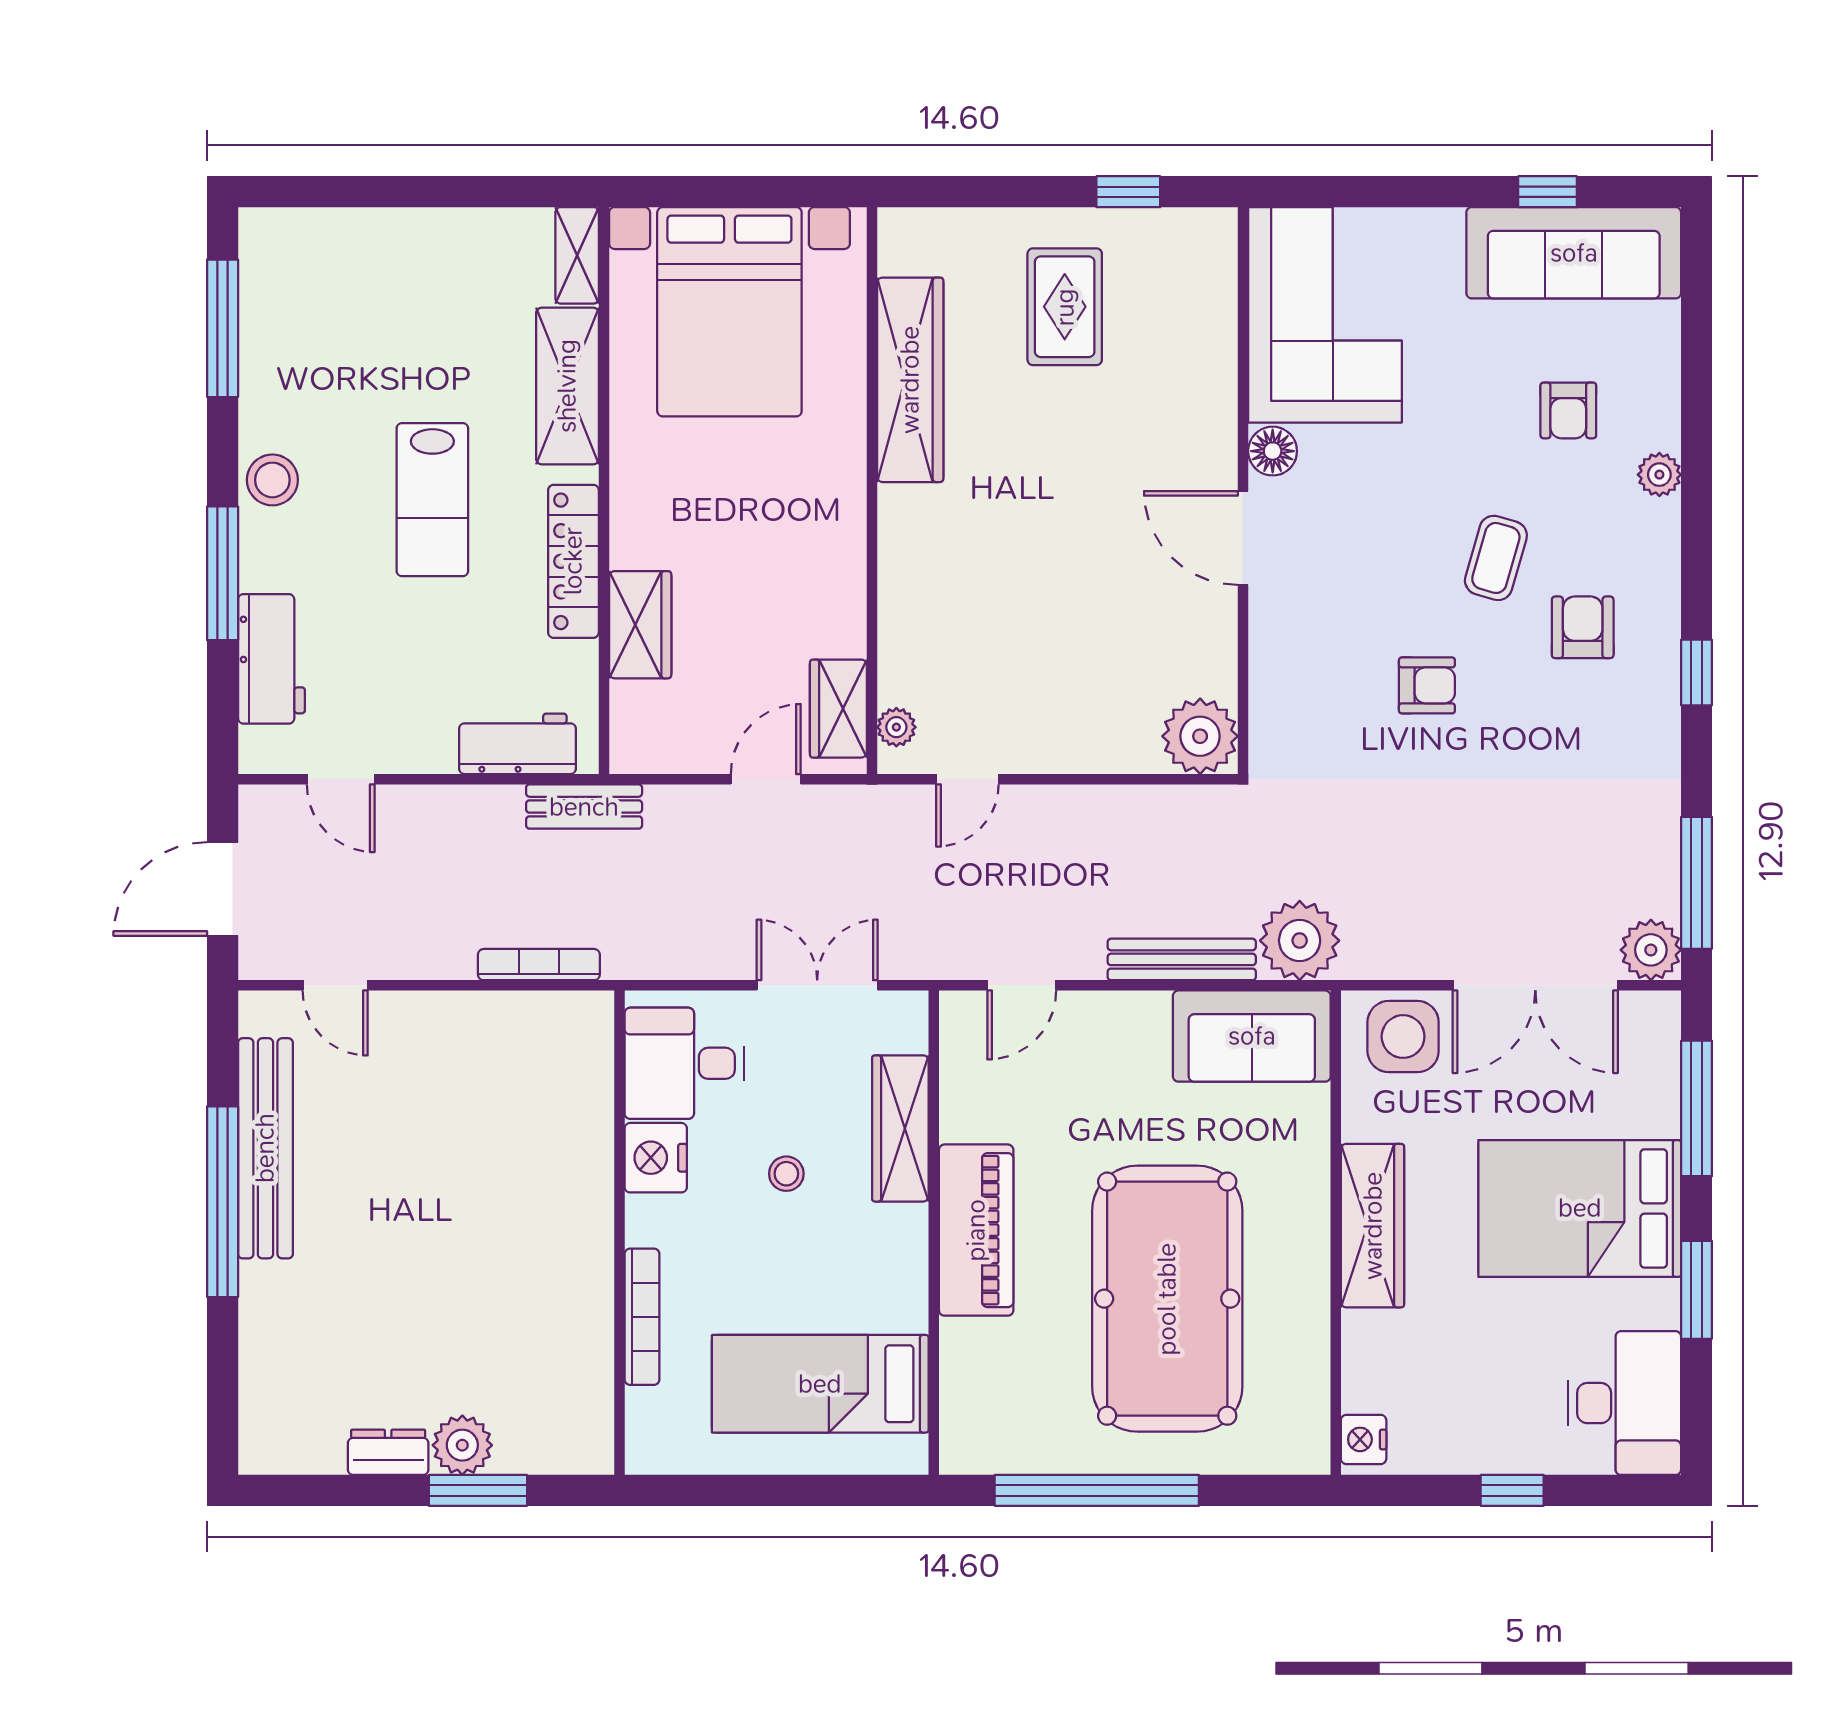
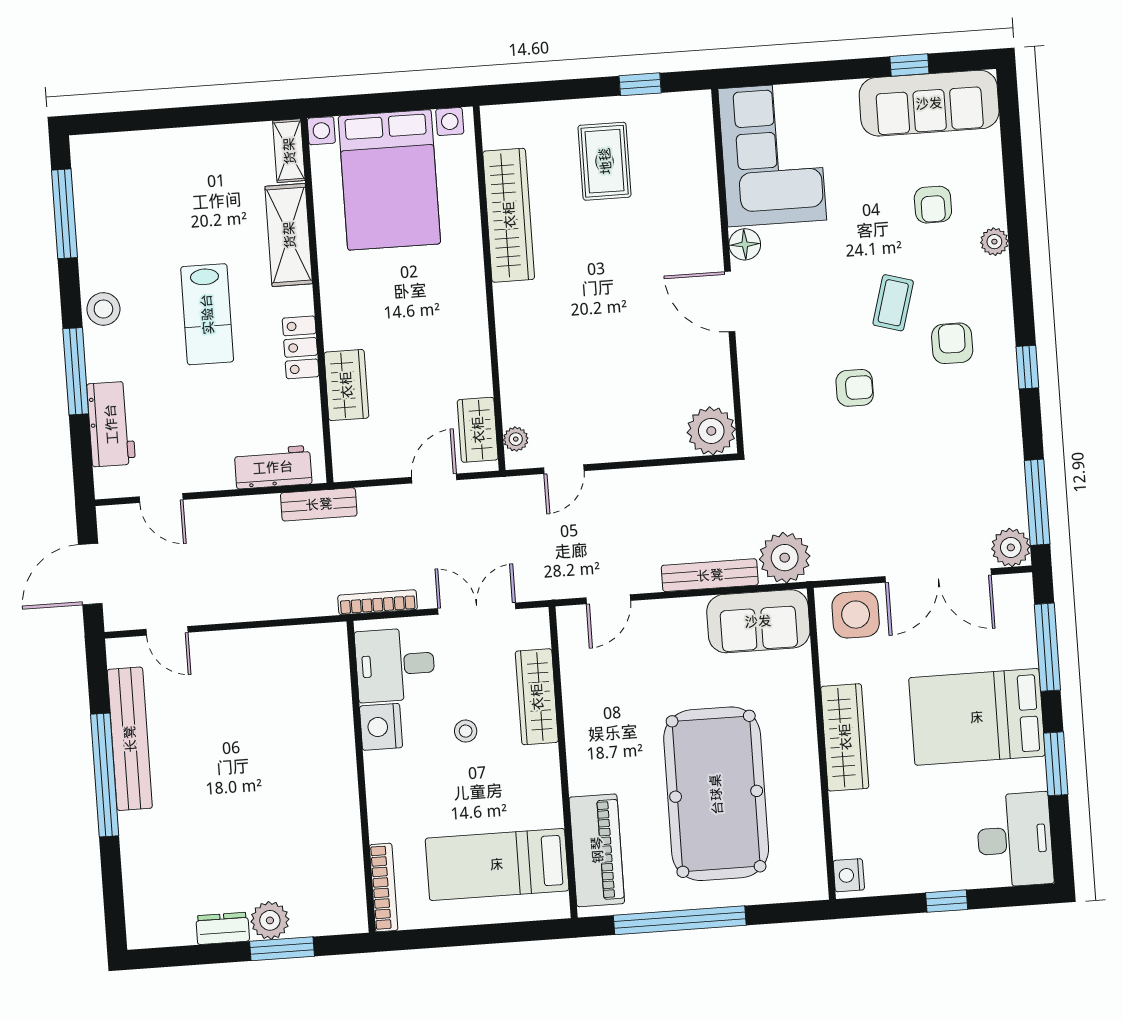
locker: (573, 561) -> (301, 347), width x0.66
bookcase: (539, 965) -> (378, 602), moved
piano: (976, 1230) -> (597, 850), moved
bookcase: (642, 1317) -> (384, 888), moved

